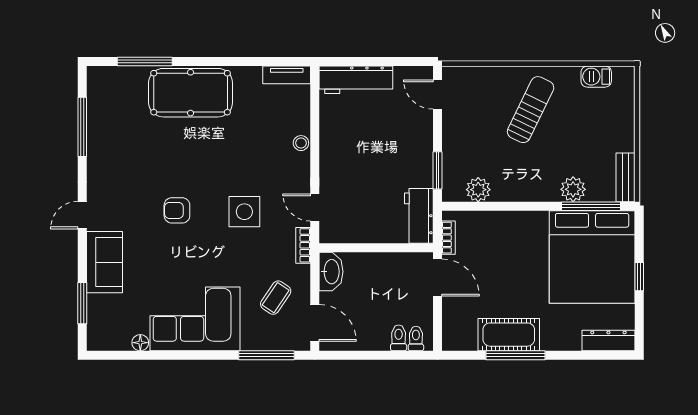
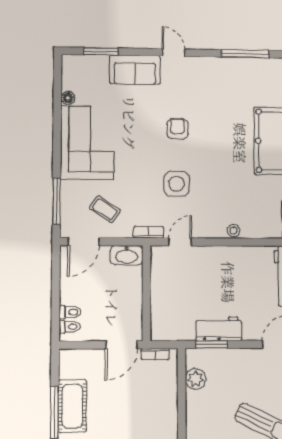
workbench: (419, 216) -> (219, 329), moved

